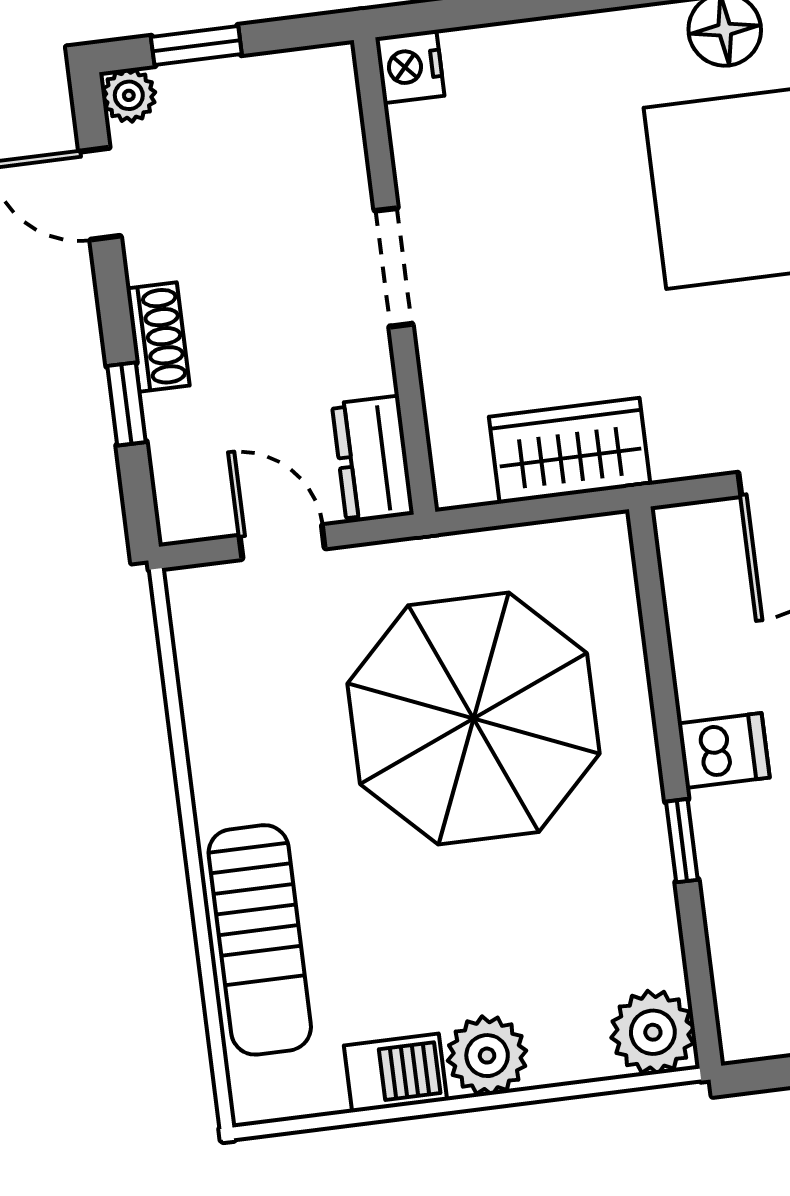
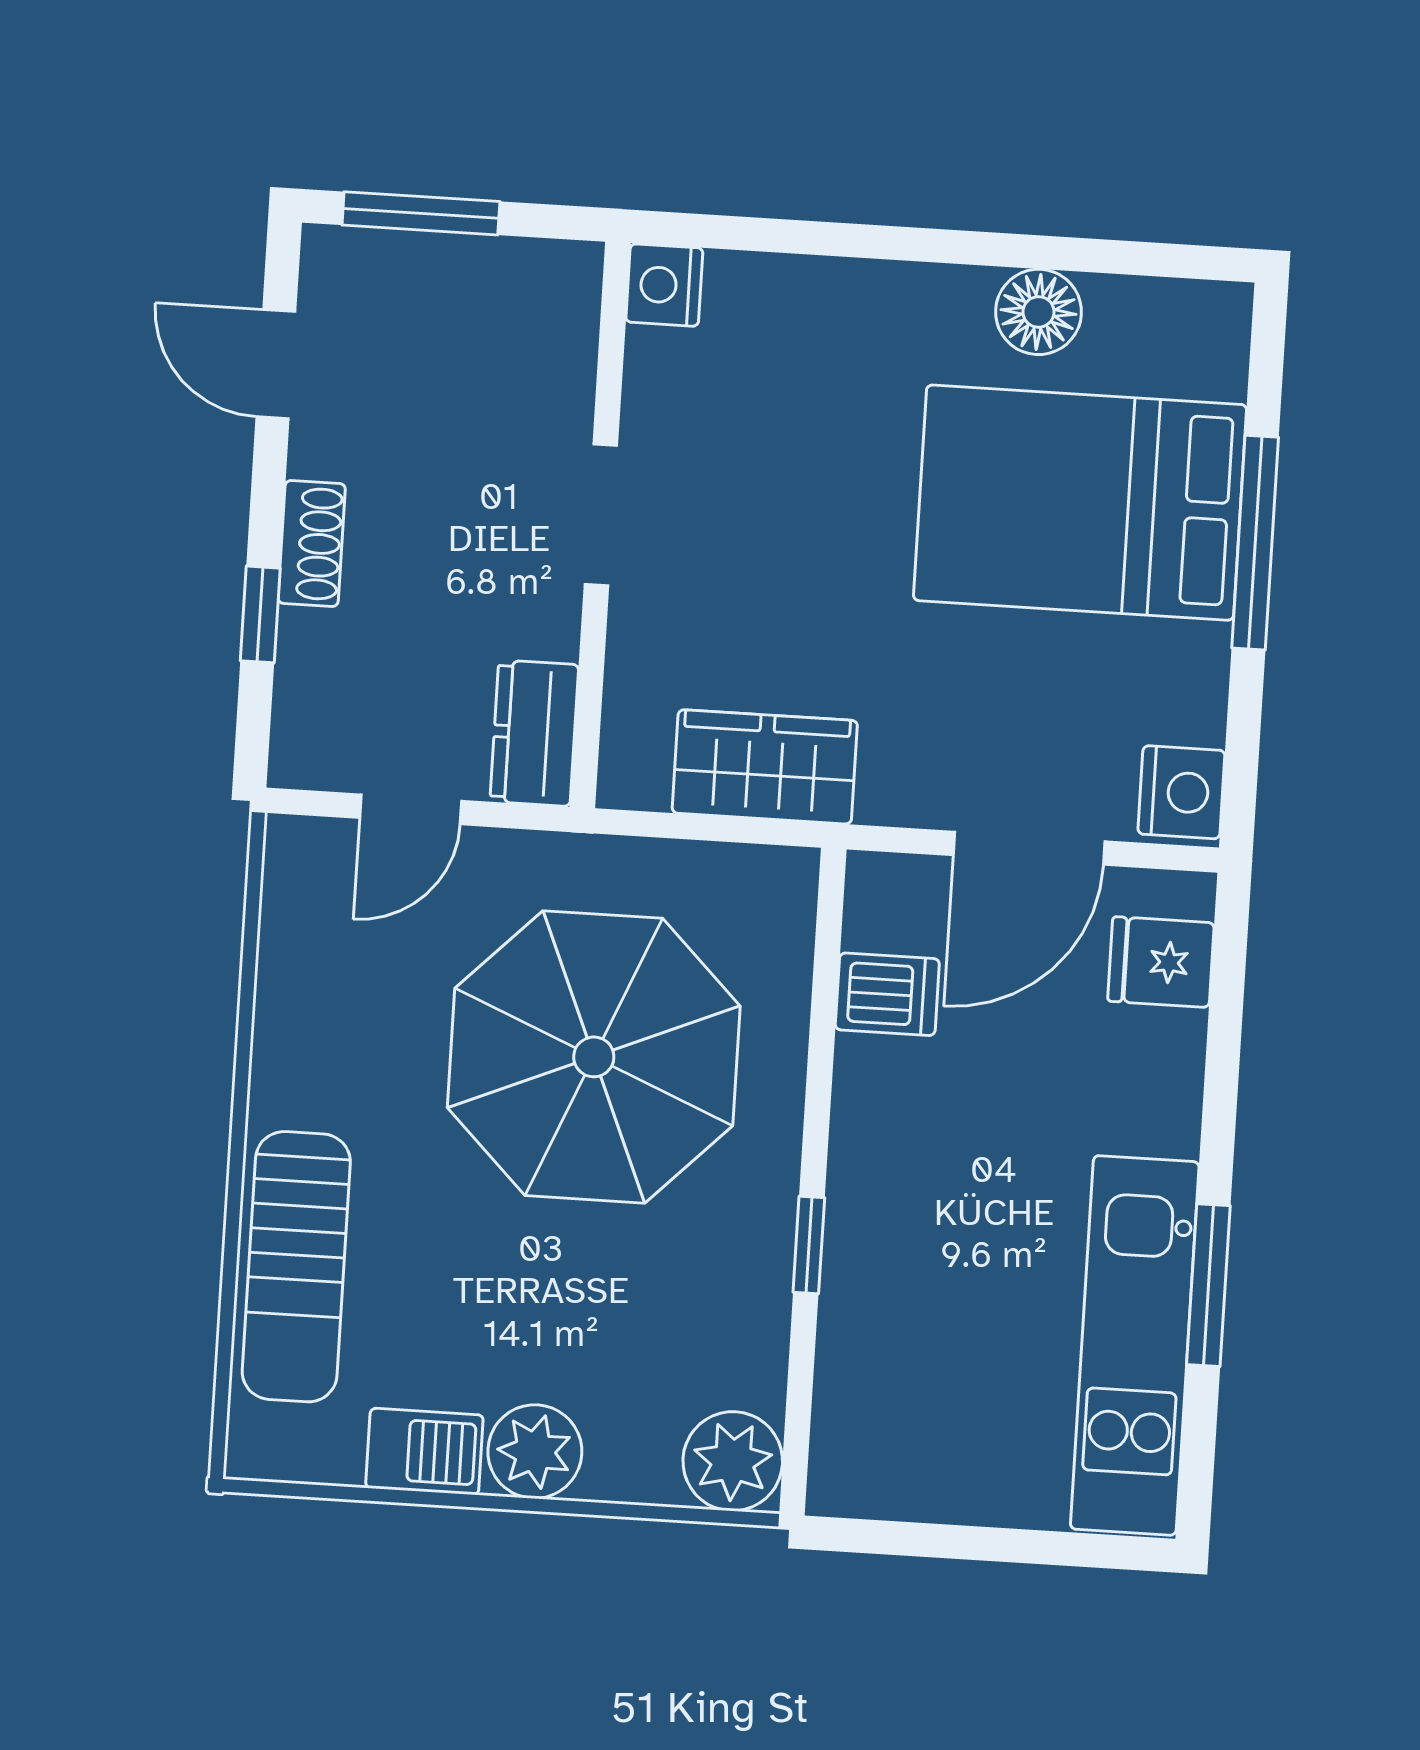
window: (196, 46) -> (421, 213), width x1.50
plant: (129, 95) -> (331, 256), removed
door: (282, 542) -> (411, 809), swing flipped
dishwasher: (724, 751) -> (887, 994), moved

